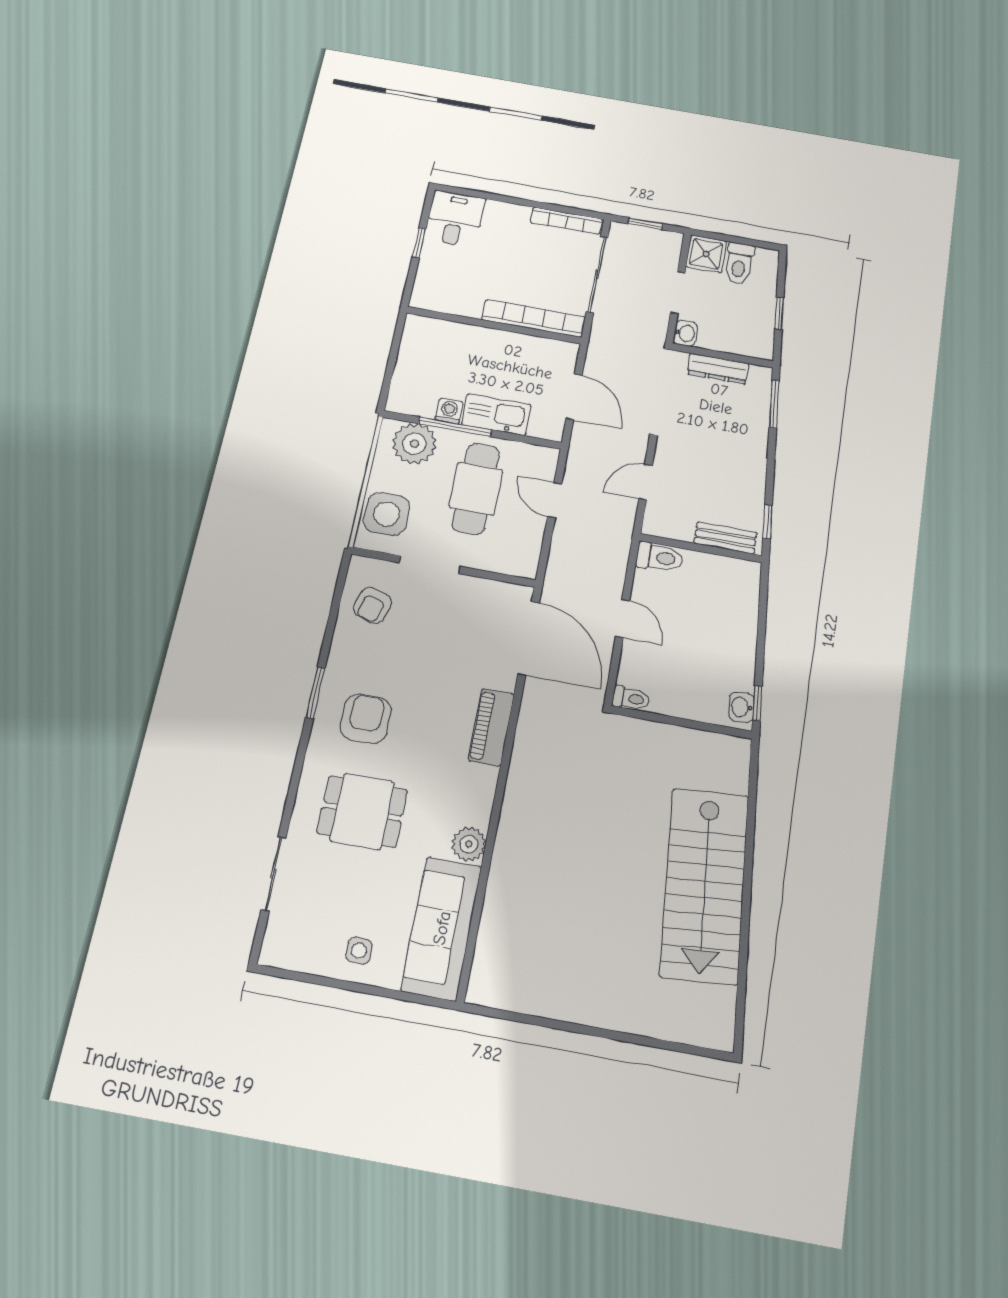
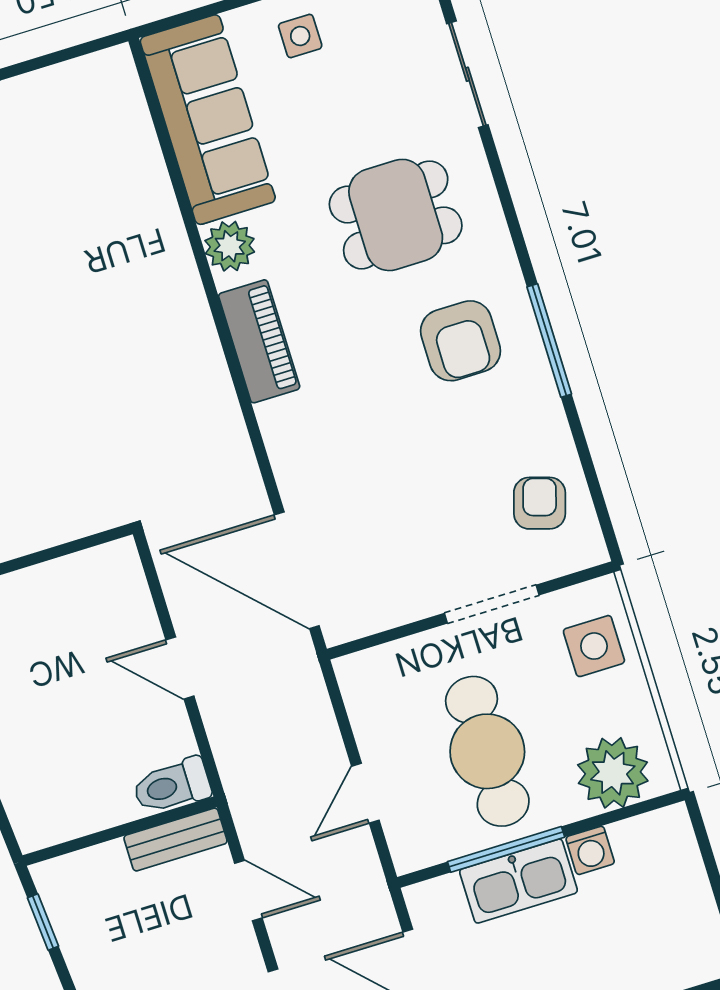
window: (455, 427) -> (506, 849), moved
door: (646, 482) -> (248, 891), hinge flipped
door: (555, 500) -> (365, 793), swing flipped
side table: (387, 514) -> (594, 646), width x0.73, depth x0.73
bench: (725, 538) -> (175, 840), moved
window: (315, 693) -> (549, 341), width x1.44
toilet: (631, 698) -> (111, 559), removed
piano: (491, 727) -> (259, 341), moved

